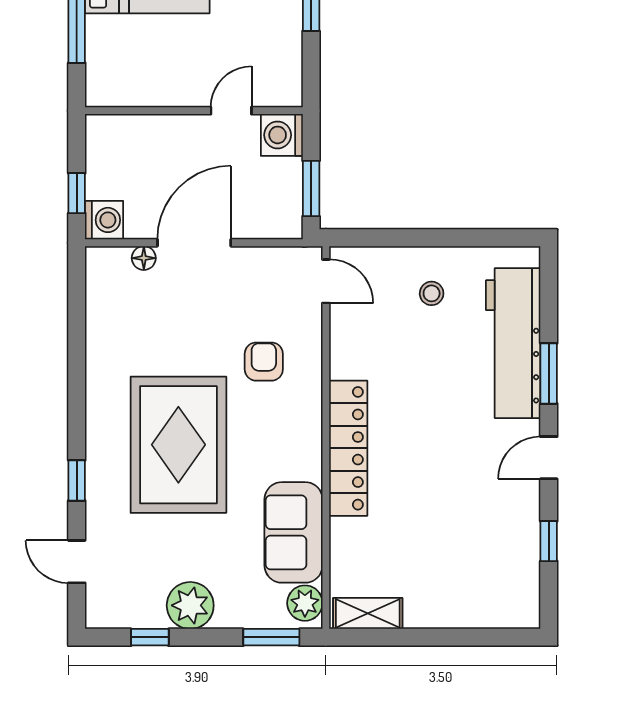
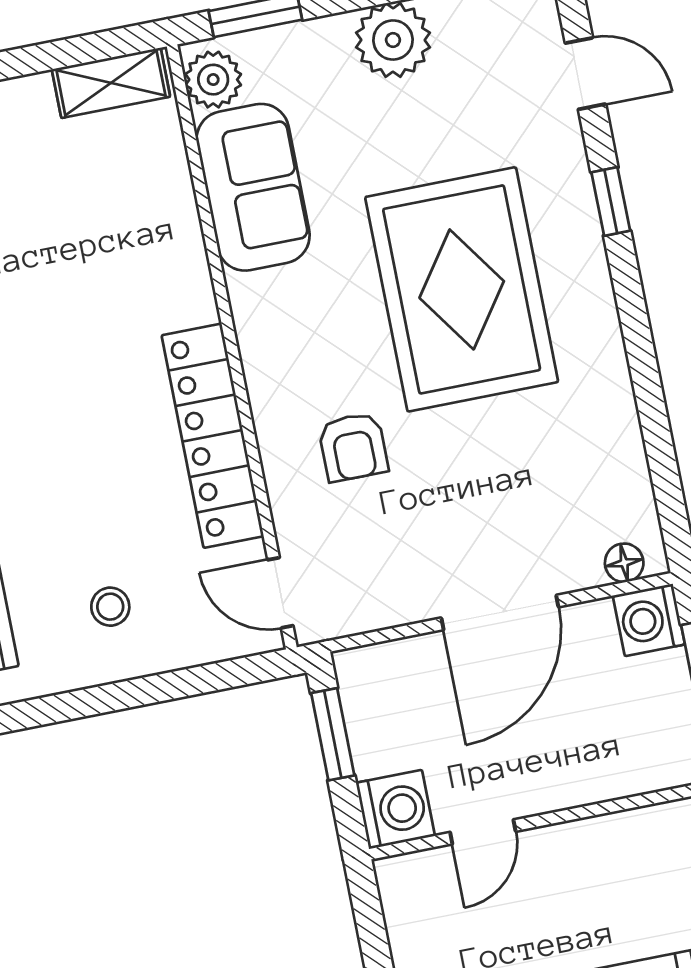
floor lamp: (144, 258) -> (624, 563), moved
locker: (348, 448) -> (213, 436), moved

